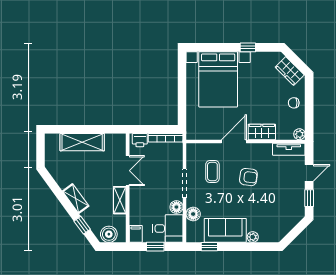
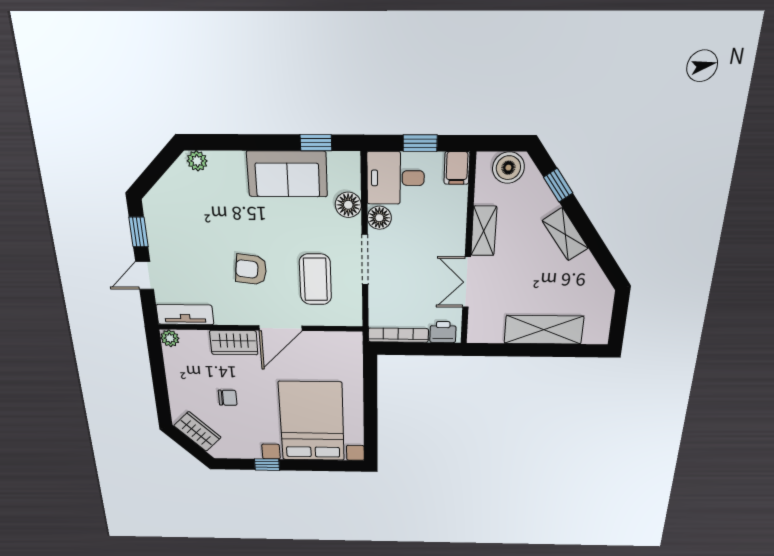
chair: (294, 103) -> (228, 398), moved
coffee table: (212, 171) -> (315, 279), width x1.36, depth x1.30
plant: (253, 237) -> (197, 161), moved

